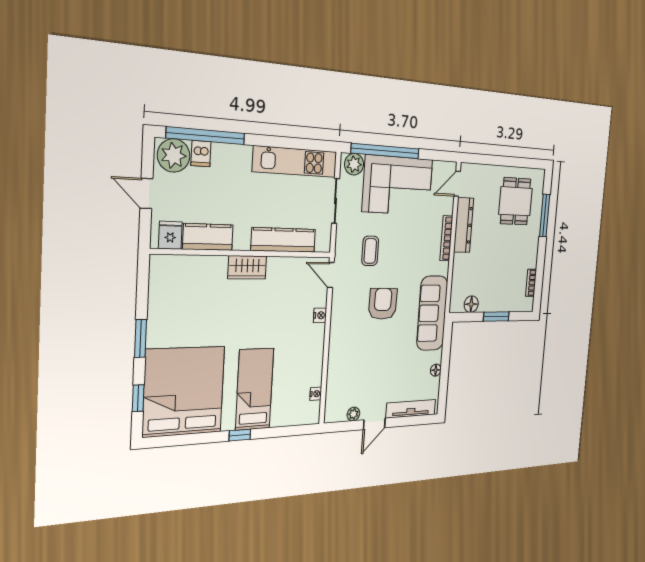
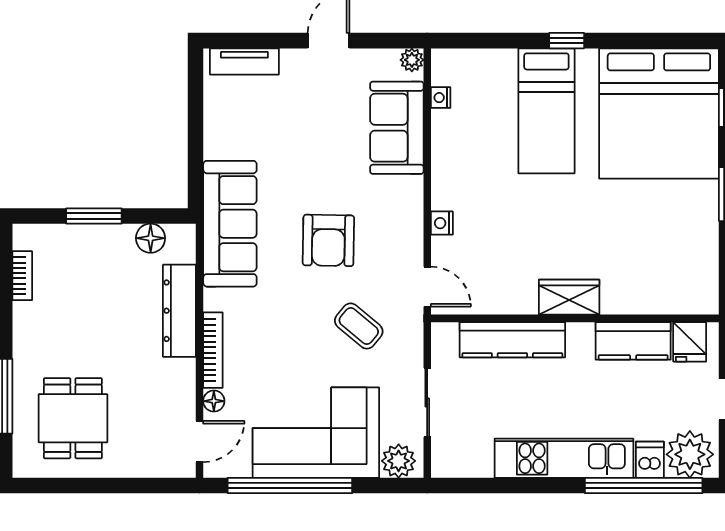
window: (385, 151) -> (290, 485), moved
kitchen unit: (295, 162) -> (564, 458), moved
dresser: (464, 225) -> (179, 311), moved
coffee table: (370, 251) -> (359, 326), turned -50
floor lamp: (436, 370) -> (214, 401), moved
sofa: (341, 374) -> (397, 128), added
tv unit: (411, 409) -> (244, 61), width x0.71
plant: (353, 414) -> (412, 60), moved

